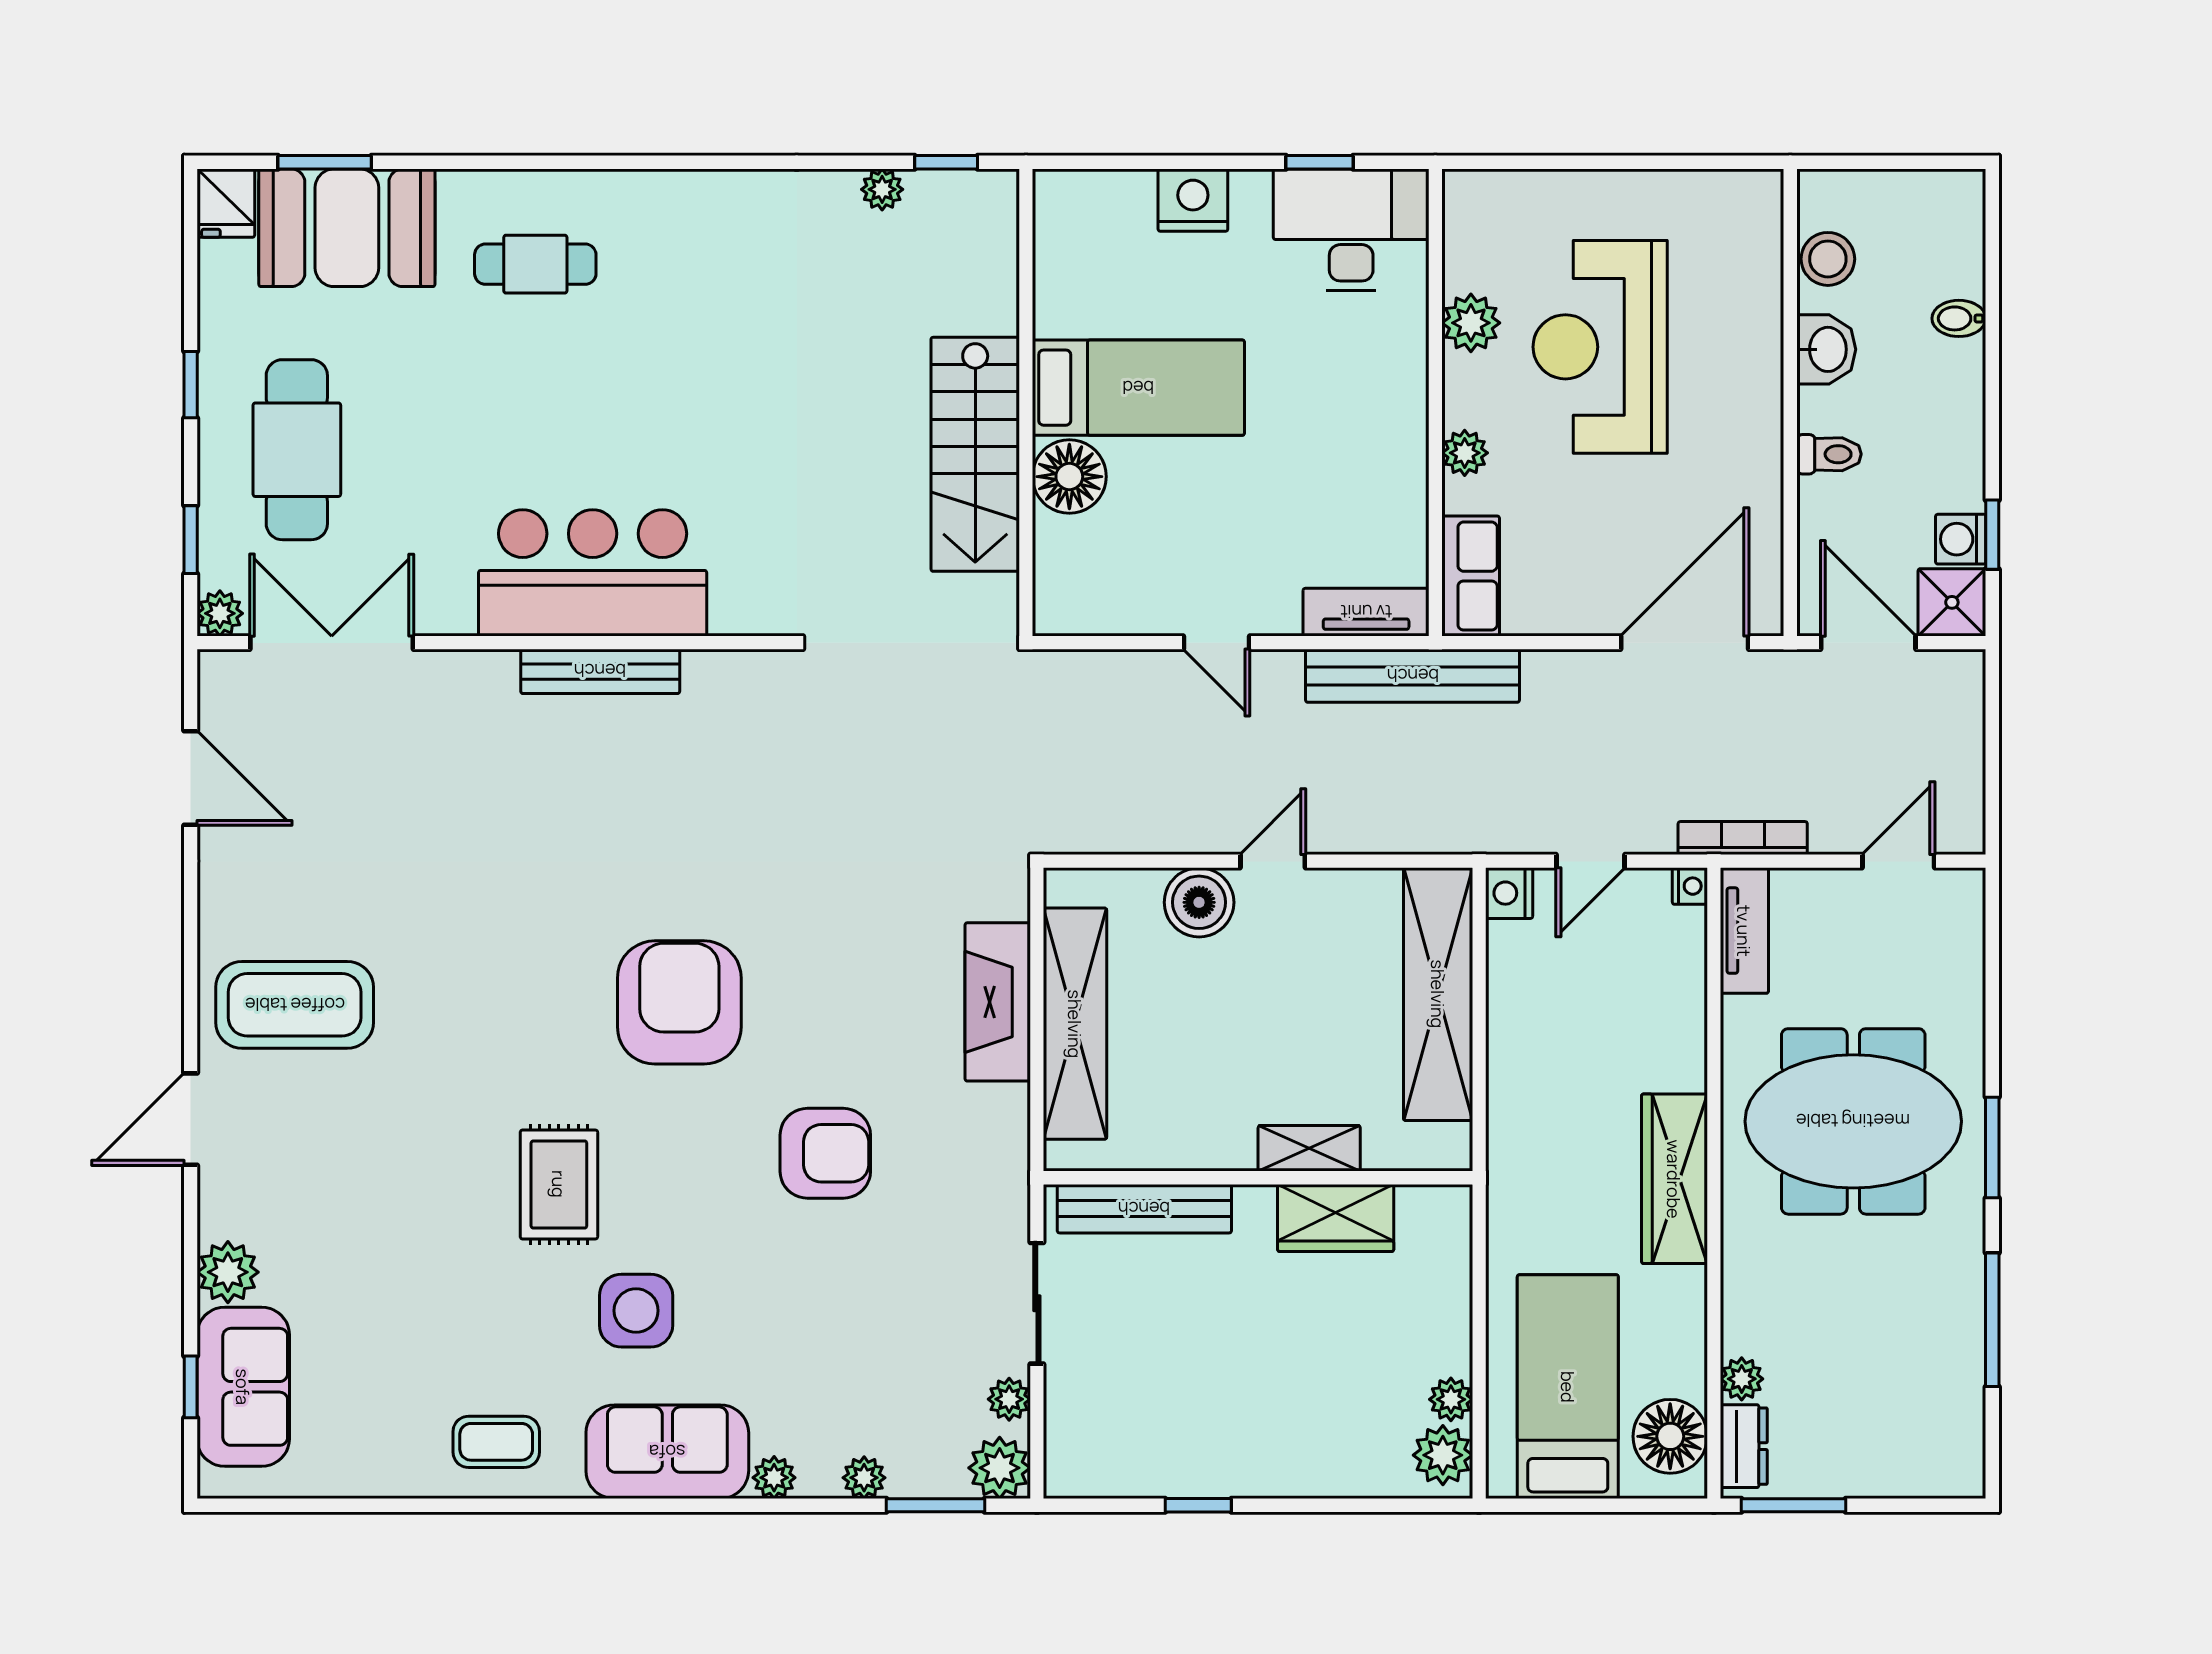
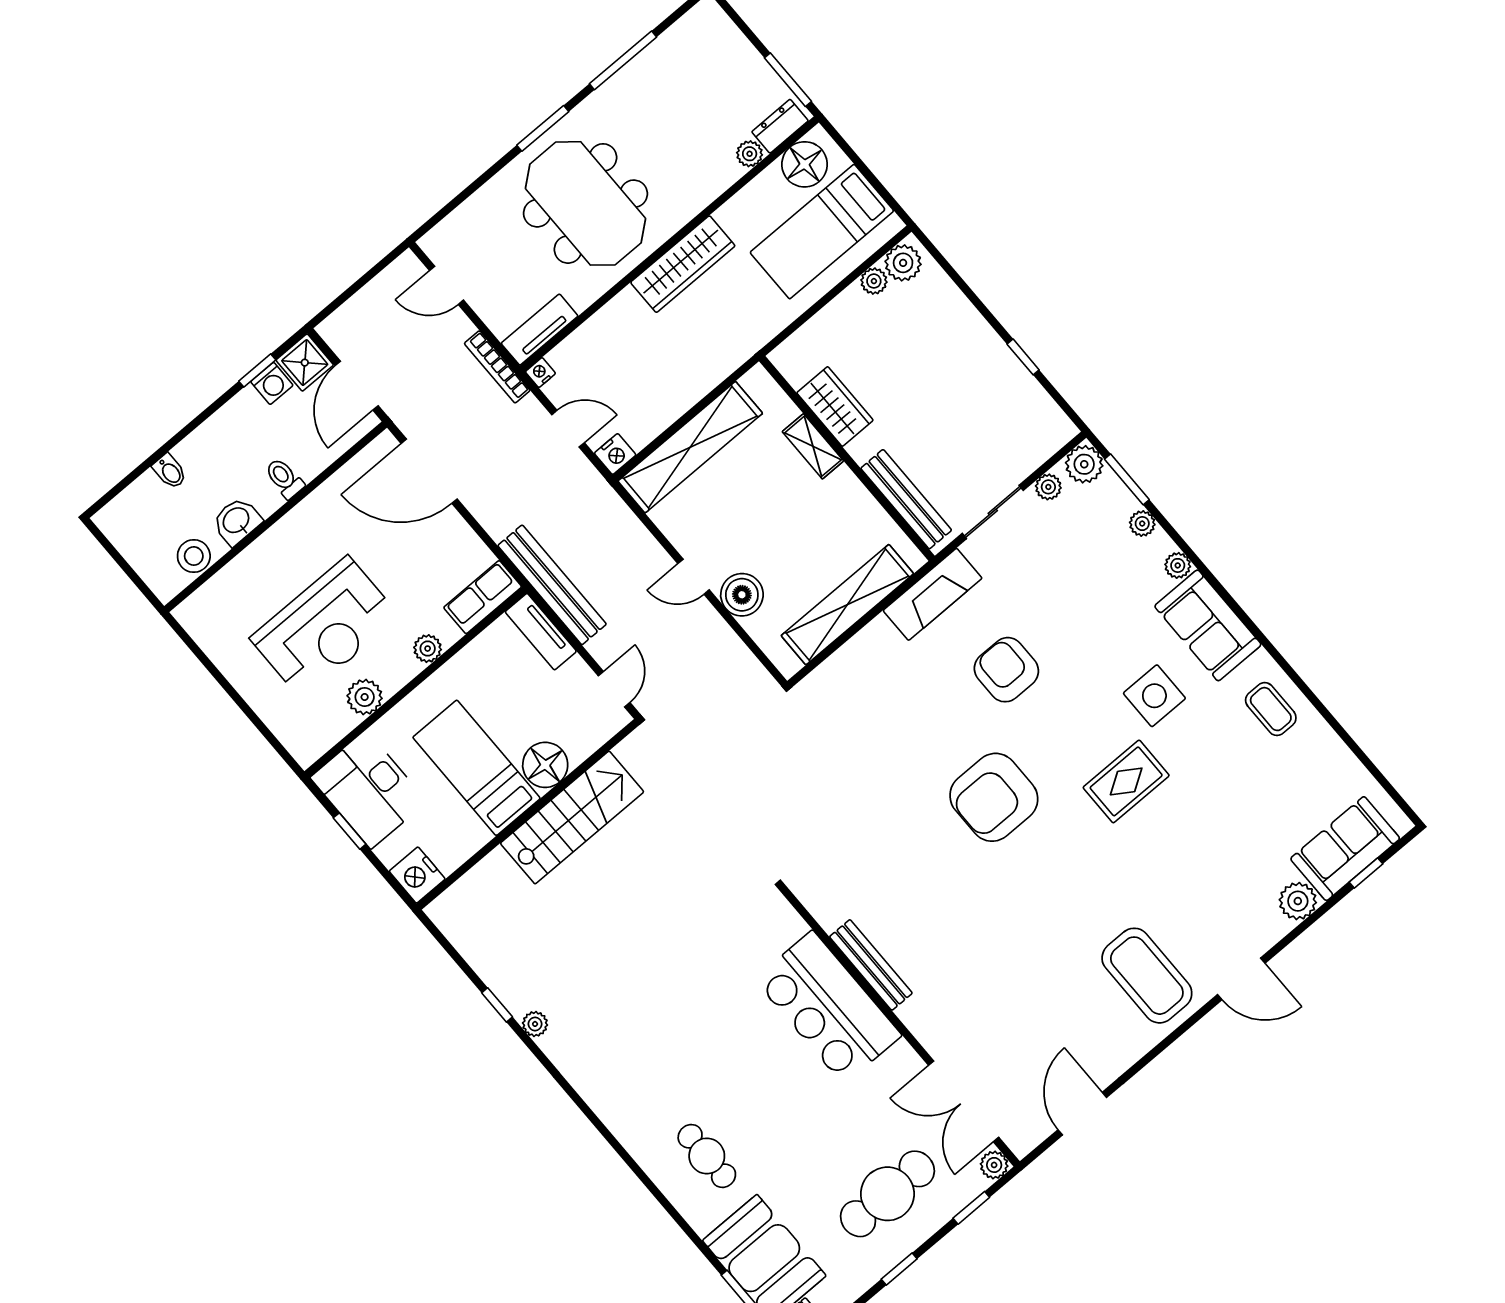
bed: (1138, 388) -> (476, 768), moved
wall: (1026, 402) -> (528, 814), moved
stairs: (975, 454) -> (572, 818), moved
floor lamp: (1069, 477) -> (545, 765), moved
fireplace: (998, 1002) -> (933, 594), moved

